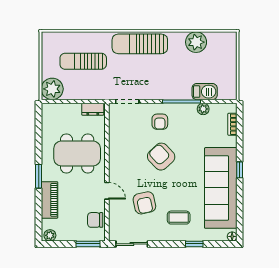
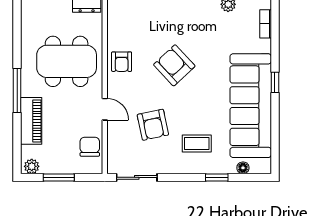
armchair: (160, 122) -> (122, 62), moved
window: (39, 176) -> (17, 91), width x1.44
chair: (95, 220) -> (90, 147), turned 90
floor lamp: (232, 236) -> (243, 168), moved
window: (88, 244) -> (59, 177), moved

